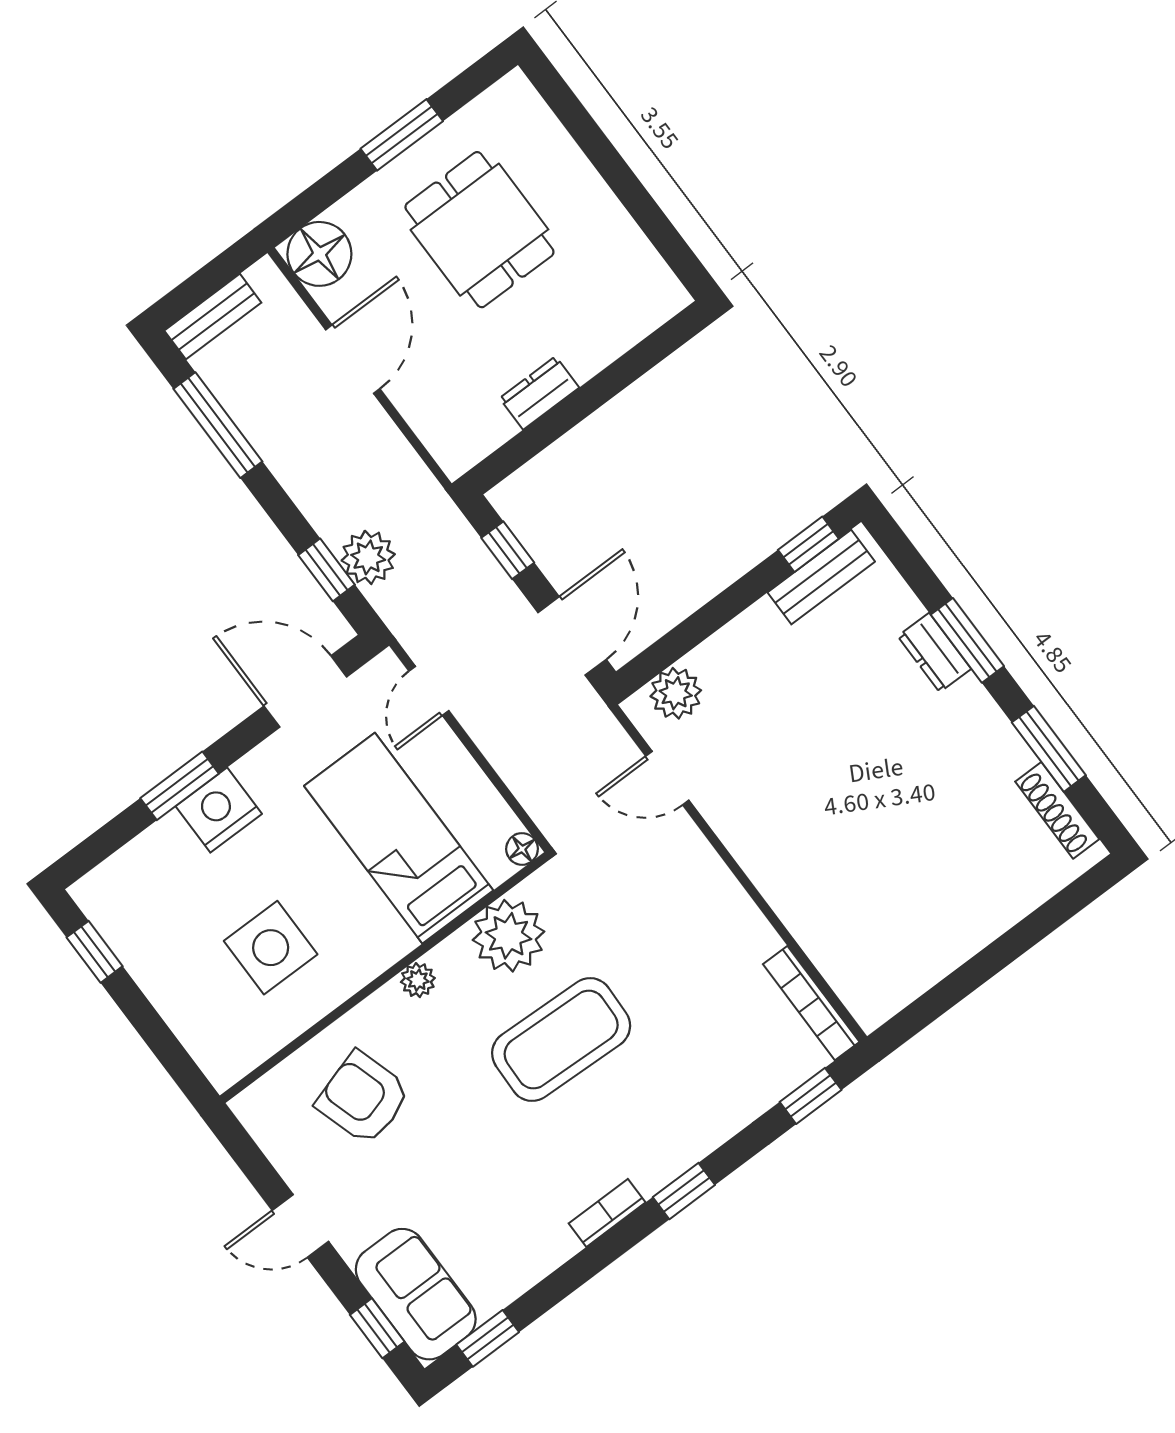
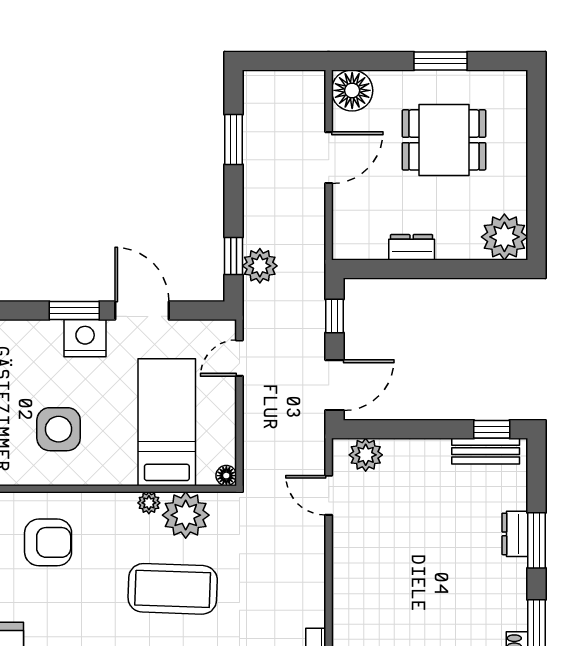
dining table: (479, 230) -> (444, 140), turned 90
plant: (645, 294) -> (504, 237), added
bench: (213, 317) -> (273, 82), removed
window: (218, 425) -> (233, 139), width x0.69
door: (305, 691) -> (142, 311), moved
plant: (418, 980) -> (149, 503), moved
armchair: (363, 1098) -> (48, 542), turned 107

